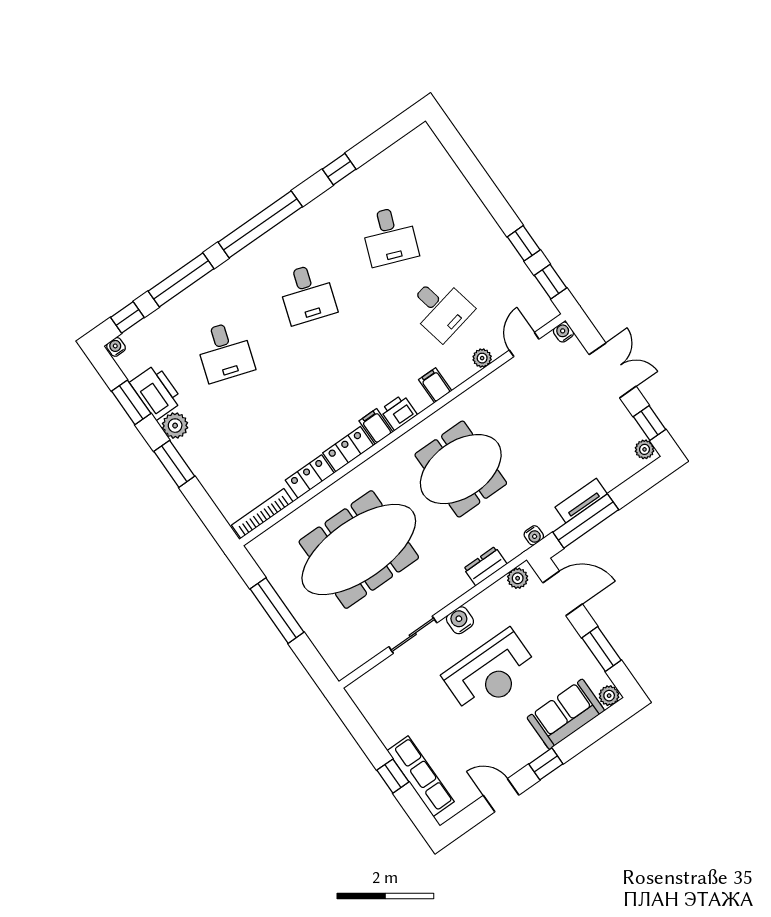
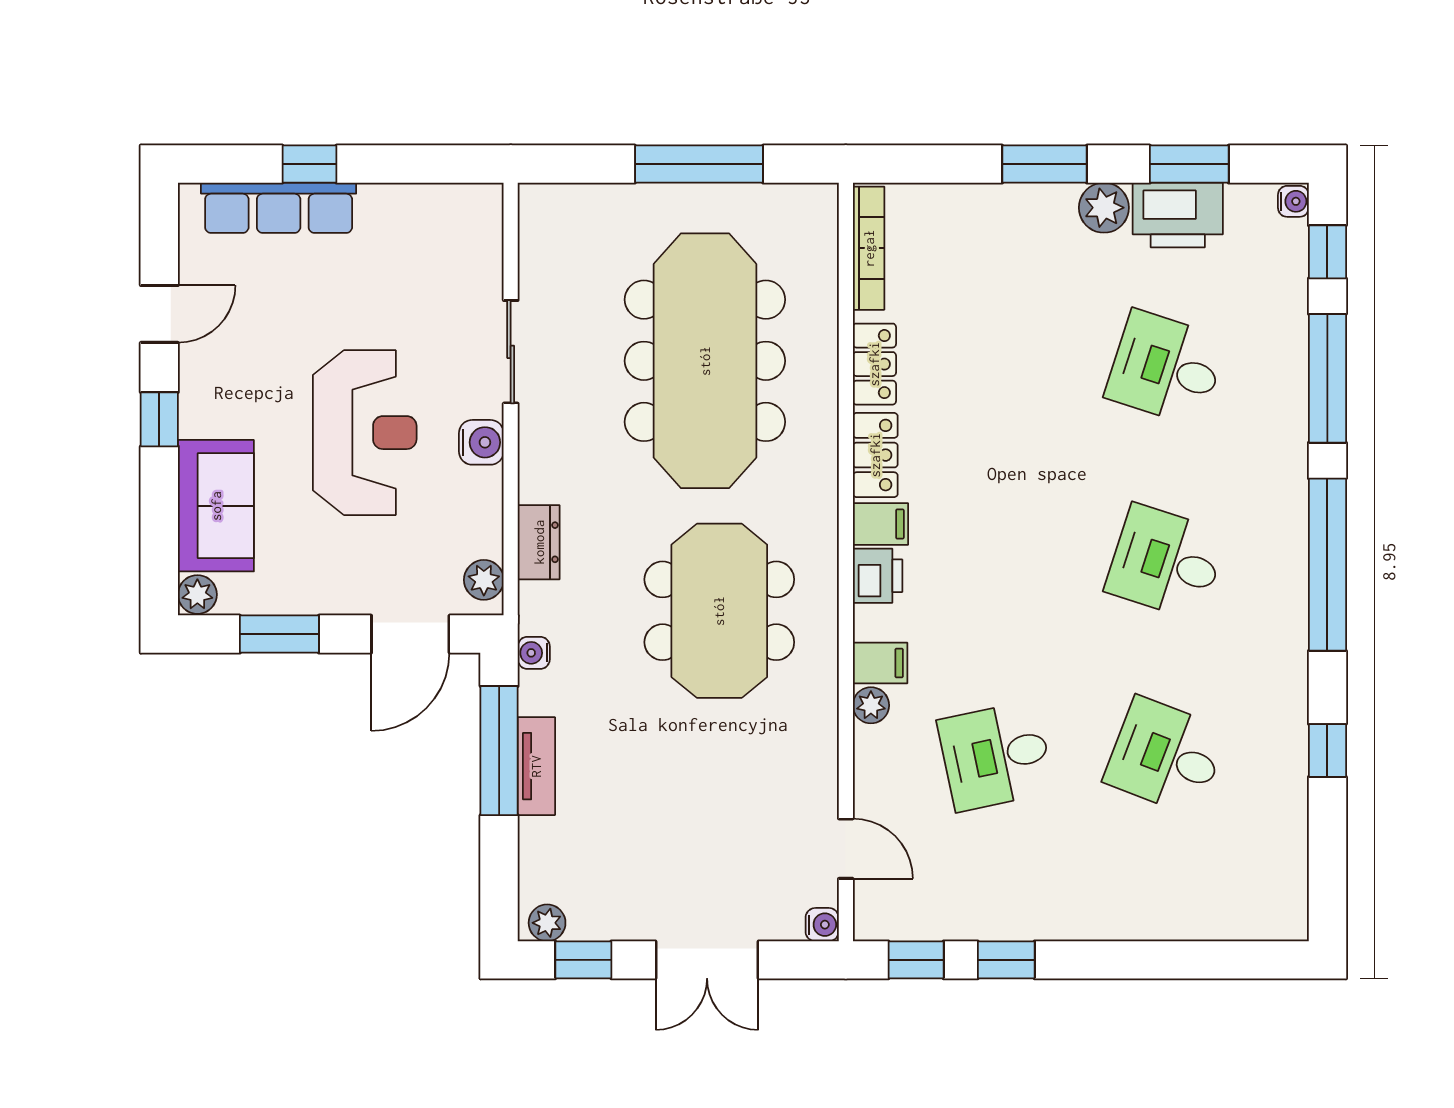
plant: (482, 358) -> (871, 705), moved
reception desk: (491, 673) -> (365, 433), turned 180

